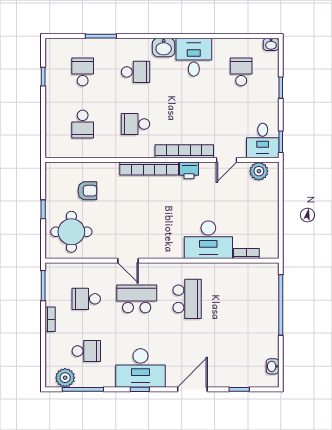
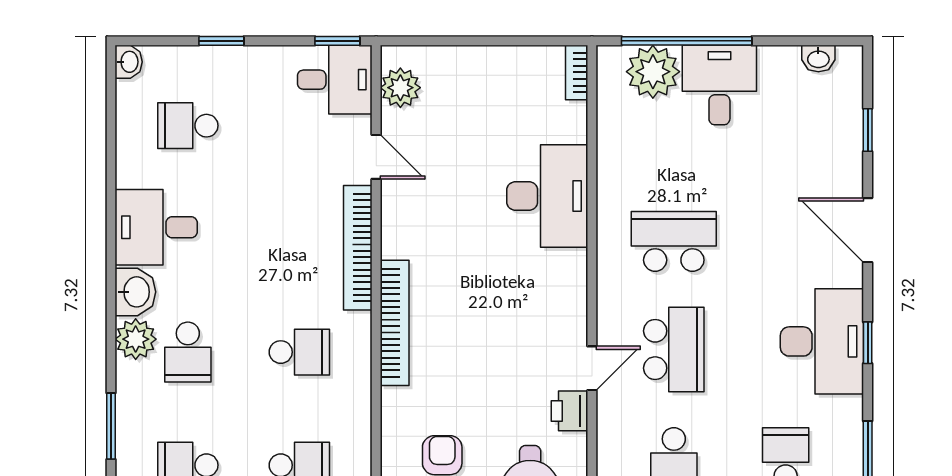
plant: (142, 48) -> (136, 339), added
school desk: (136, 72) -> (188, 352), turned 180
school desk: (136, 124) -> (299, 352), turned -90
printer: (189, 170) -> (569, 411), moved, turned 180
bookcase: (246, 253) -> (577, 72), moved
plant: (266, 289) -> (653, 72), added
school desk: (137, 299) -> (674, 349), turned 180
desk: (260, 320) -> (719, 85), added

